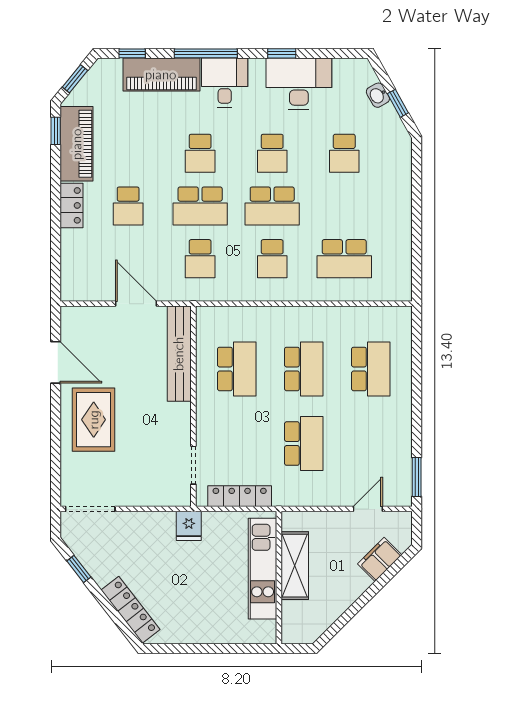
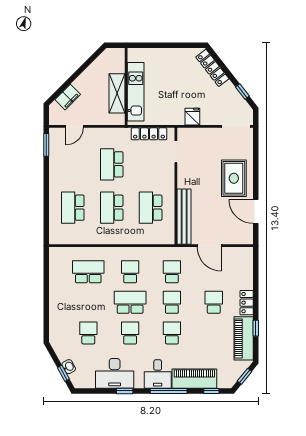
window: (398, 103) -> (63, 373), moved
window: (56, 131) -> (256, 328), moved
school desk: (200, 206) -> (172, 302), width x0.54
fridge: (189, 526) -> (192, 117), moved

